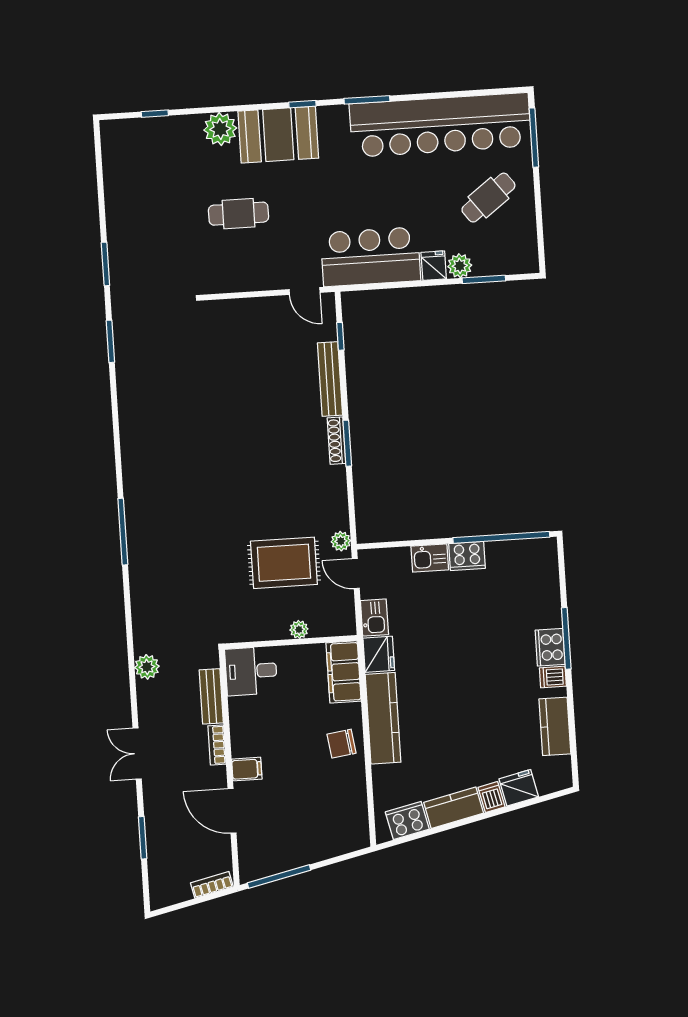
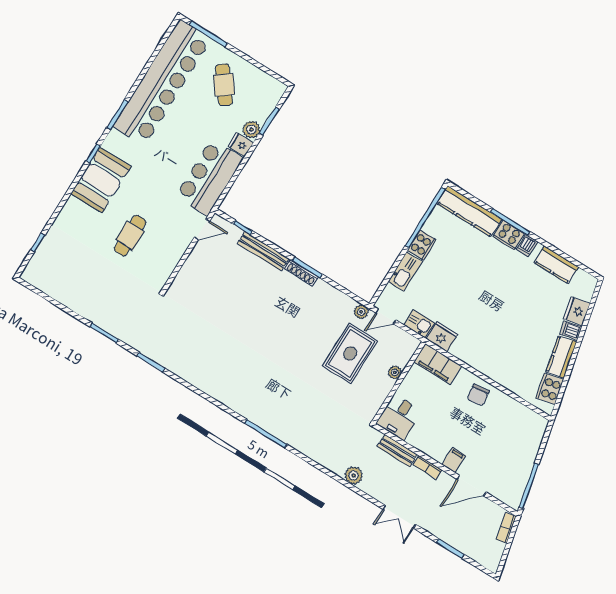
plant: (220, 129) -> (74, 211), removed
kitchen sink: (430, 558) -> (405, 272), width x1.38
kitchen counter: (383, 718) -> (469, 211), moved, turned 180

